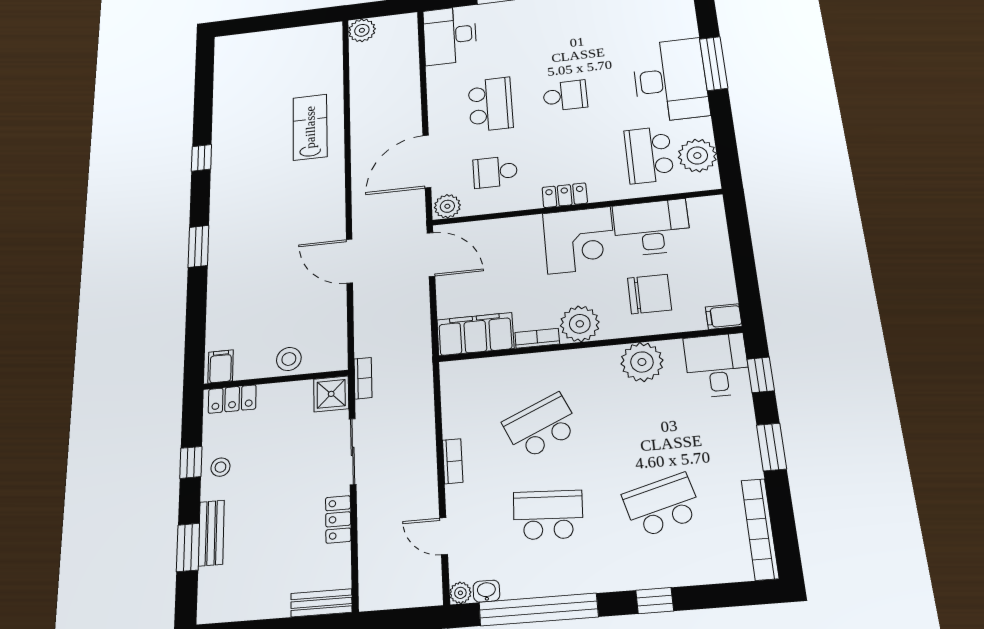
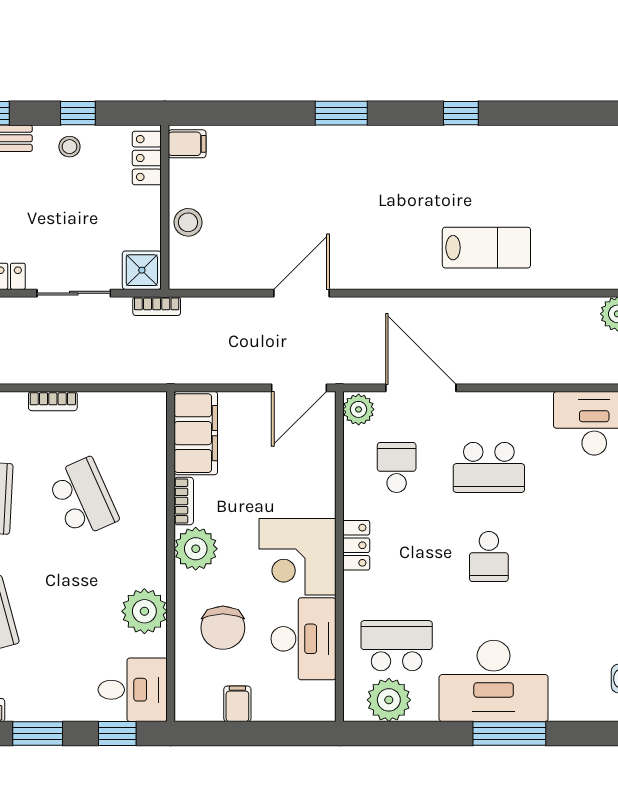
filing cabinet: (724, 317) -> (237, 704), moved

